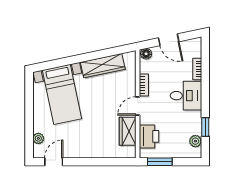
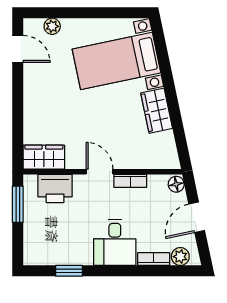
wardrobe: (103, 66) -> (157, 111), width x0.67
wardrobe: (128, 131) -> (44, 157), moved
plant: (195, 141) -> (180, 257), moved

